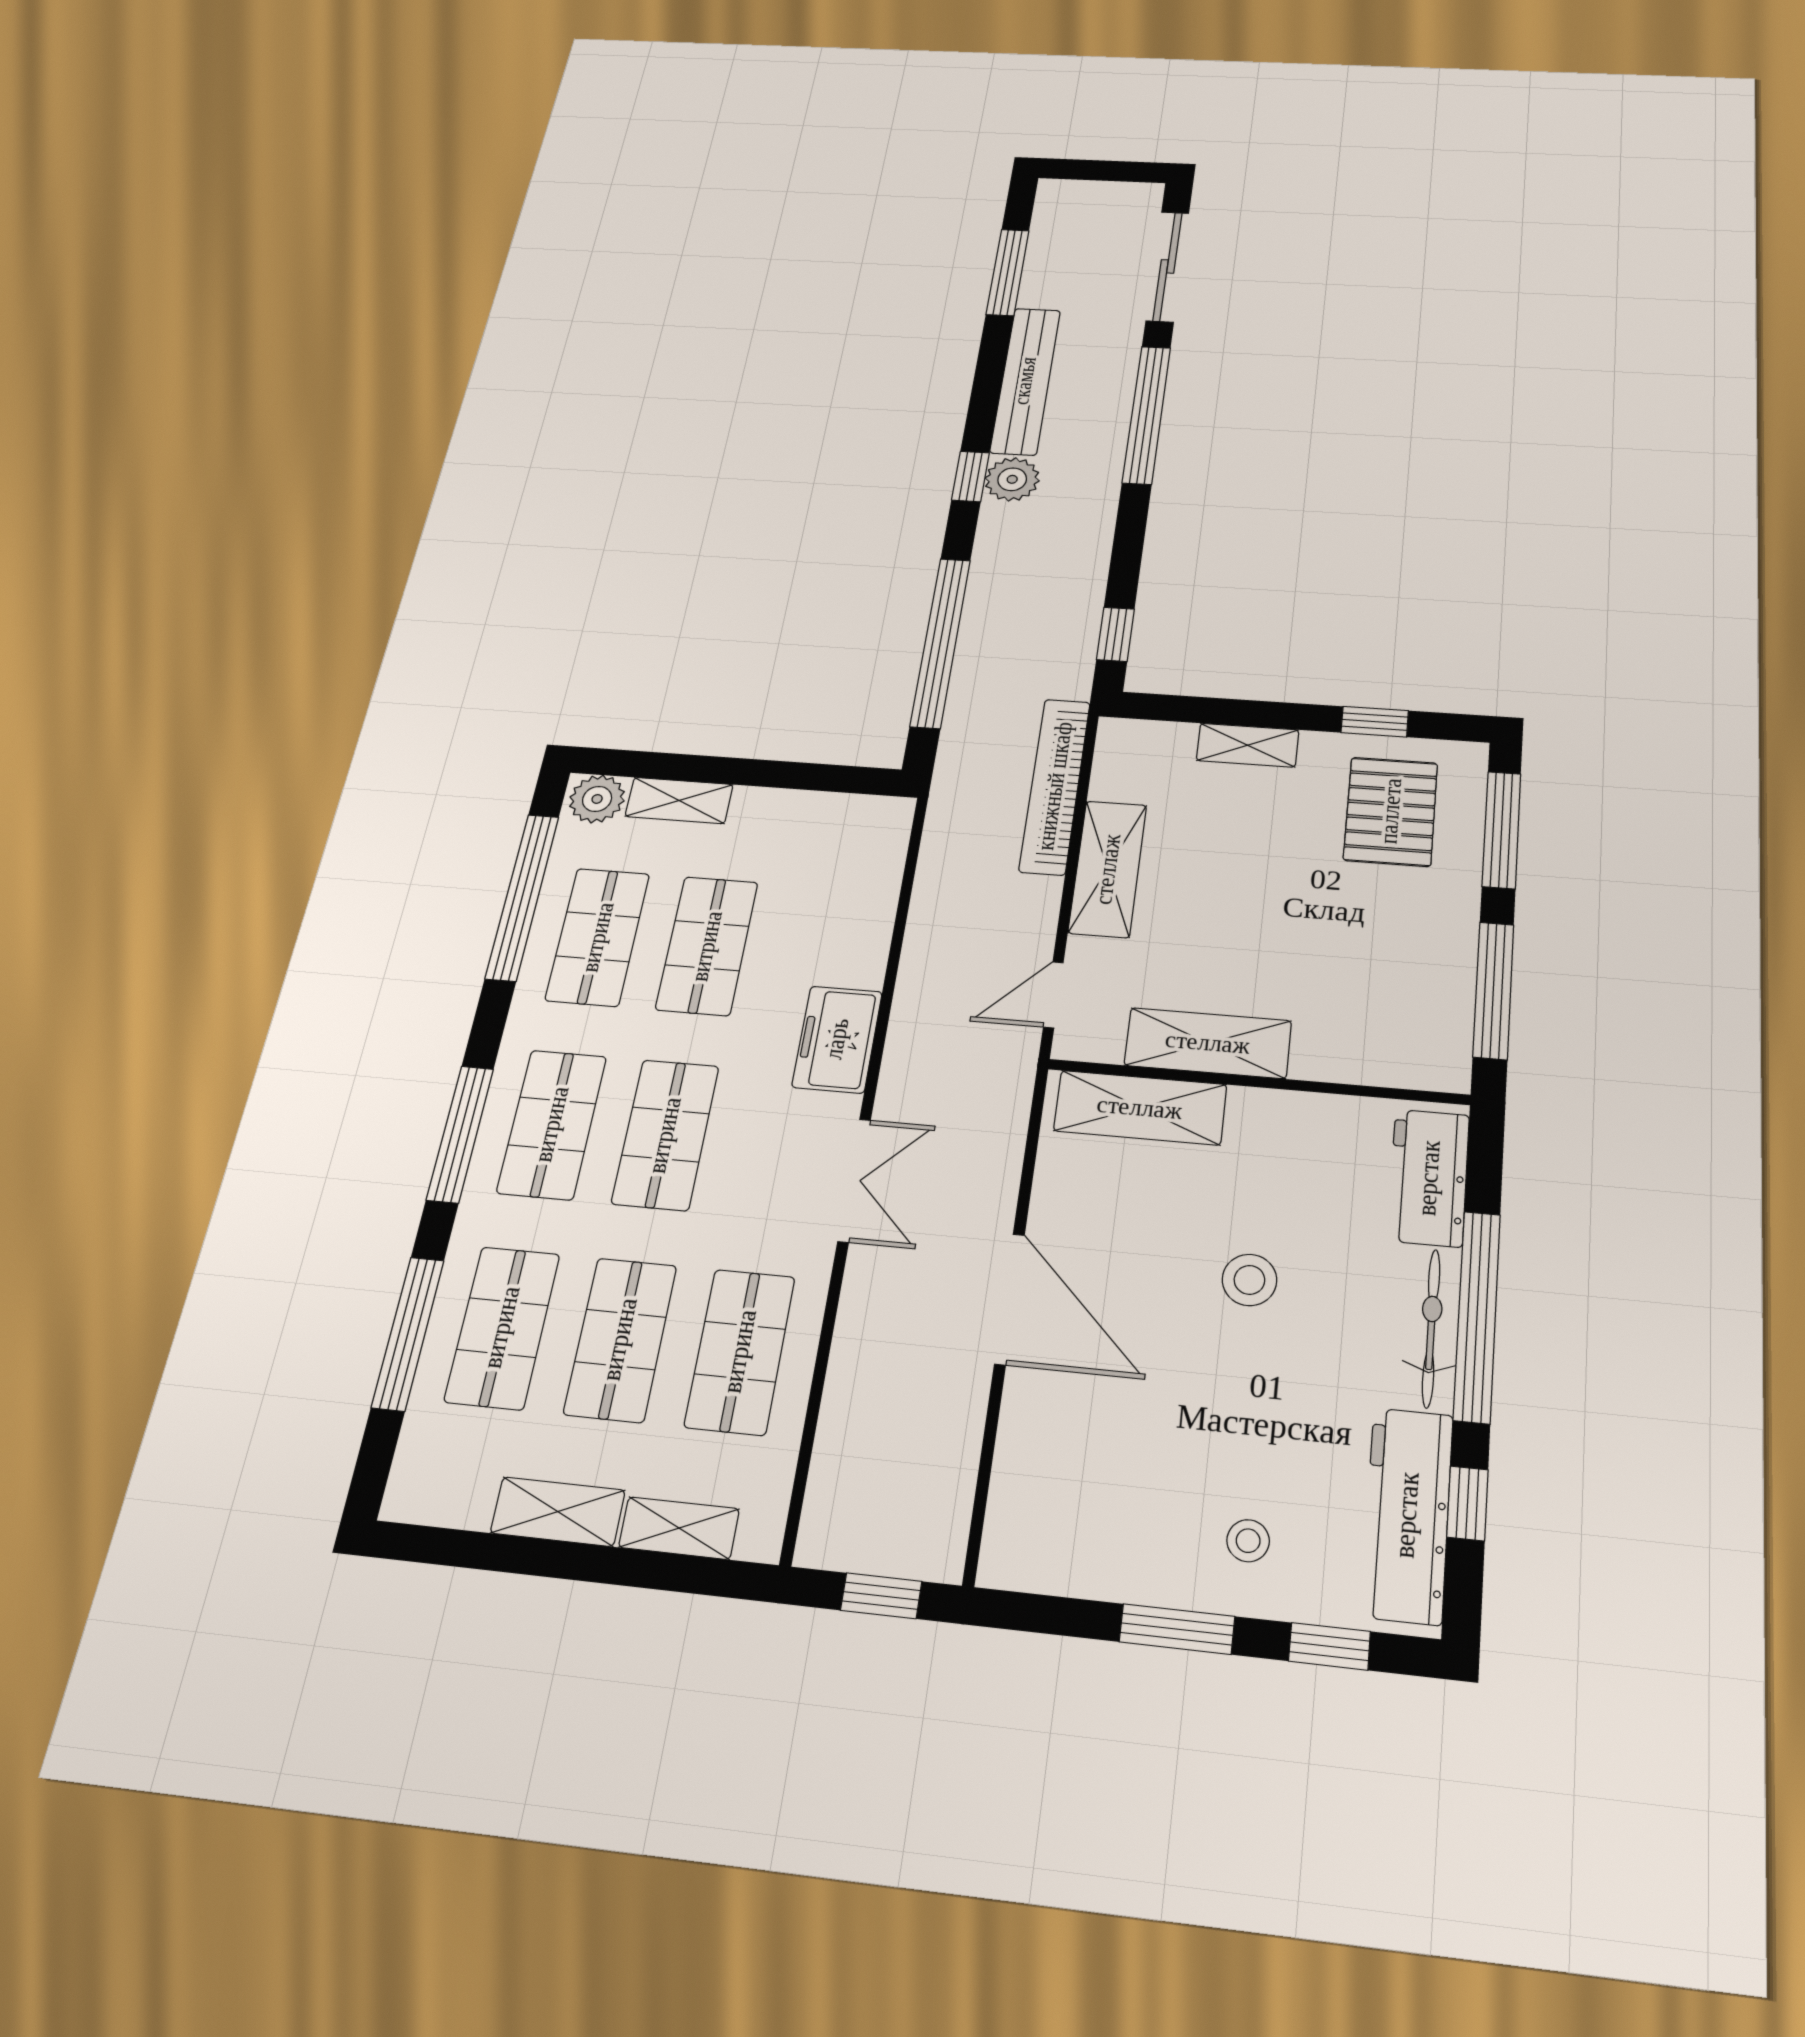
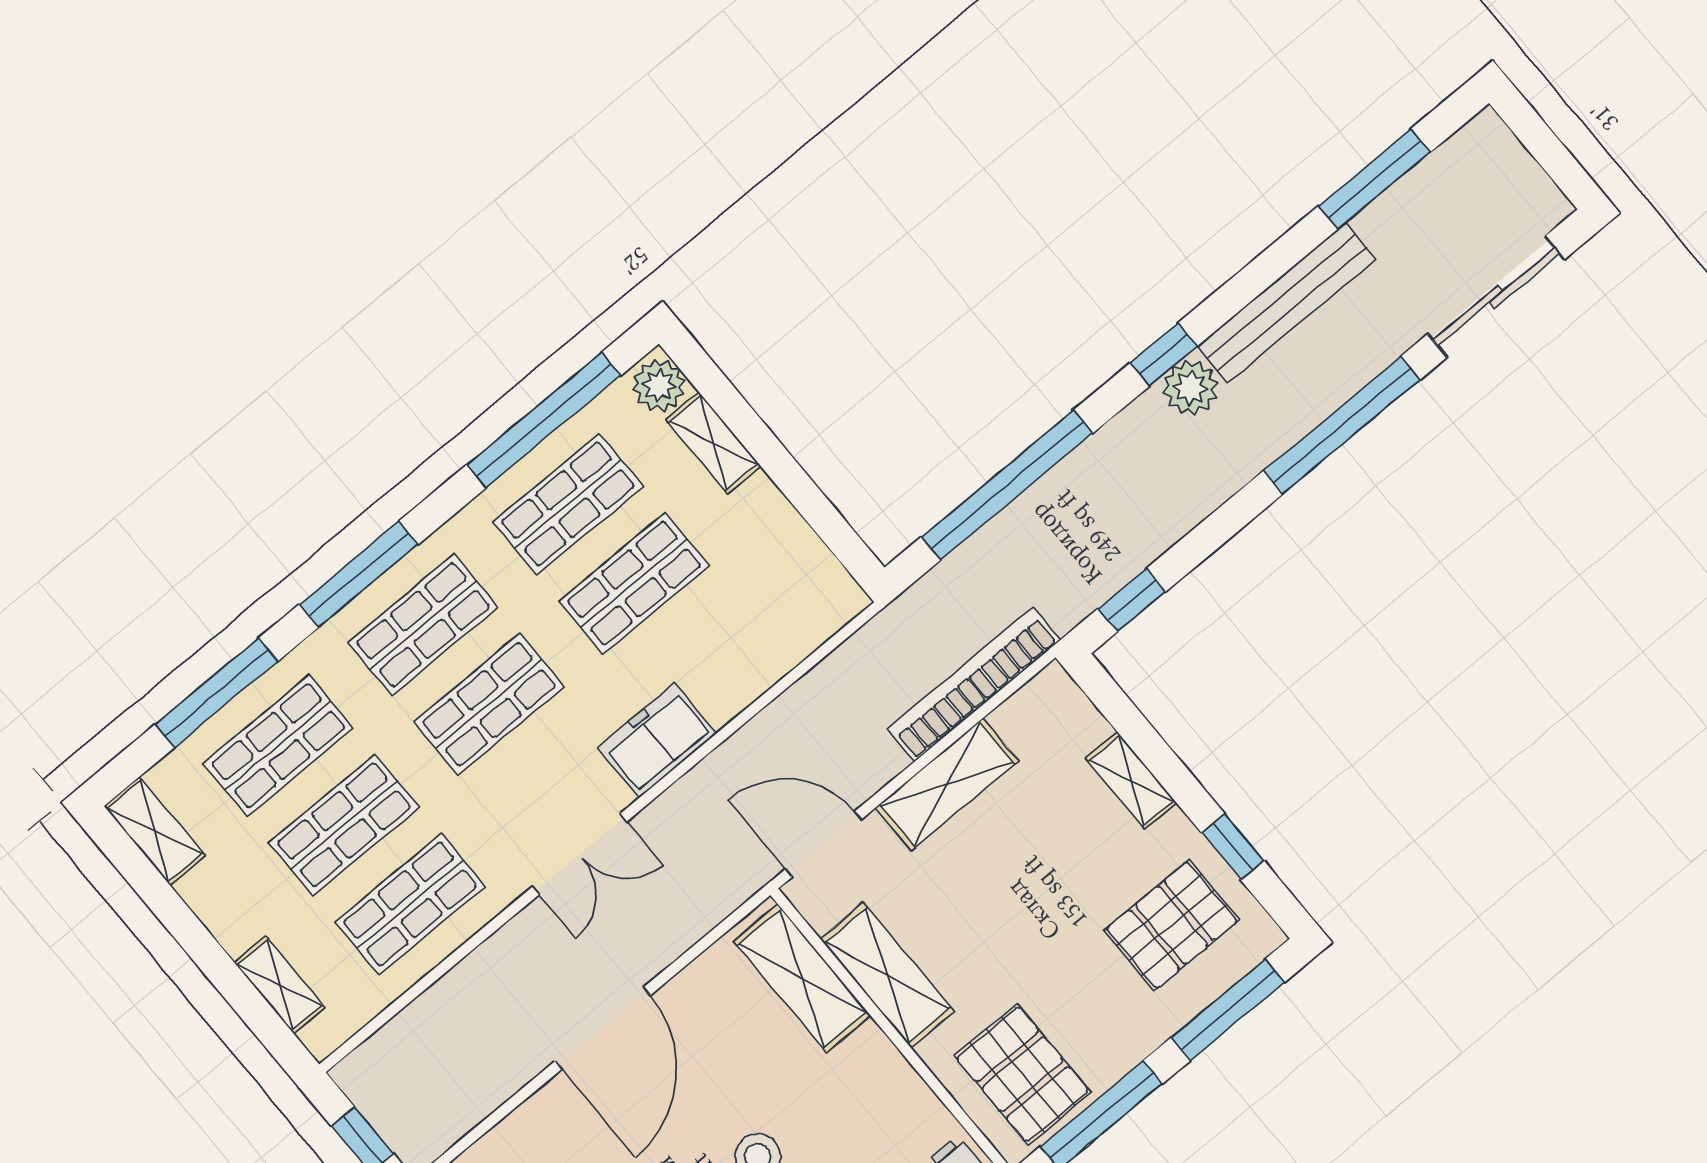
door: (1053, 995) -> (823, 844), width x1.38
pallet: (1397, 1017) -> (1023, 1074), added
shelving: (558, 1512) -> (155, 831), moved

